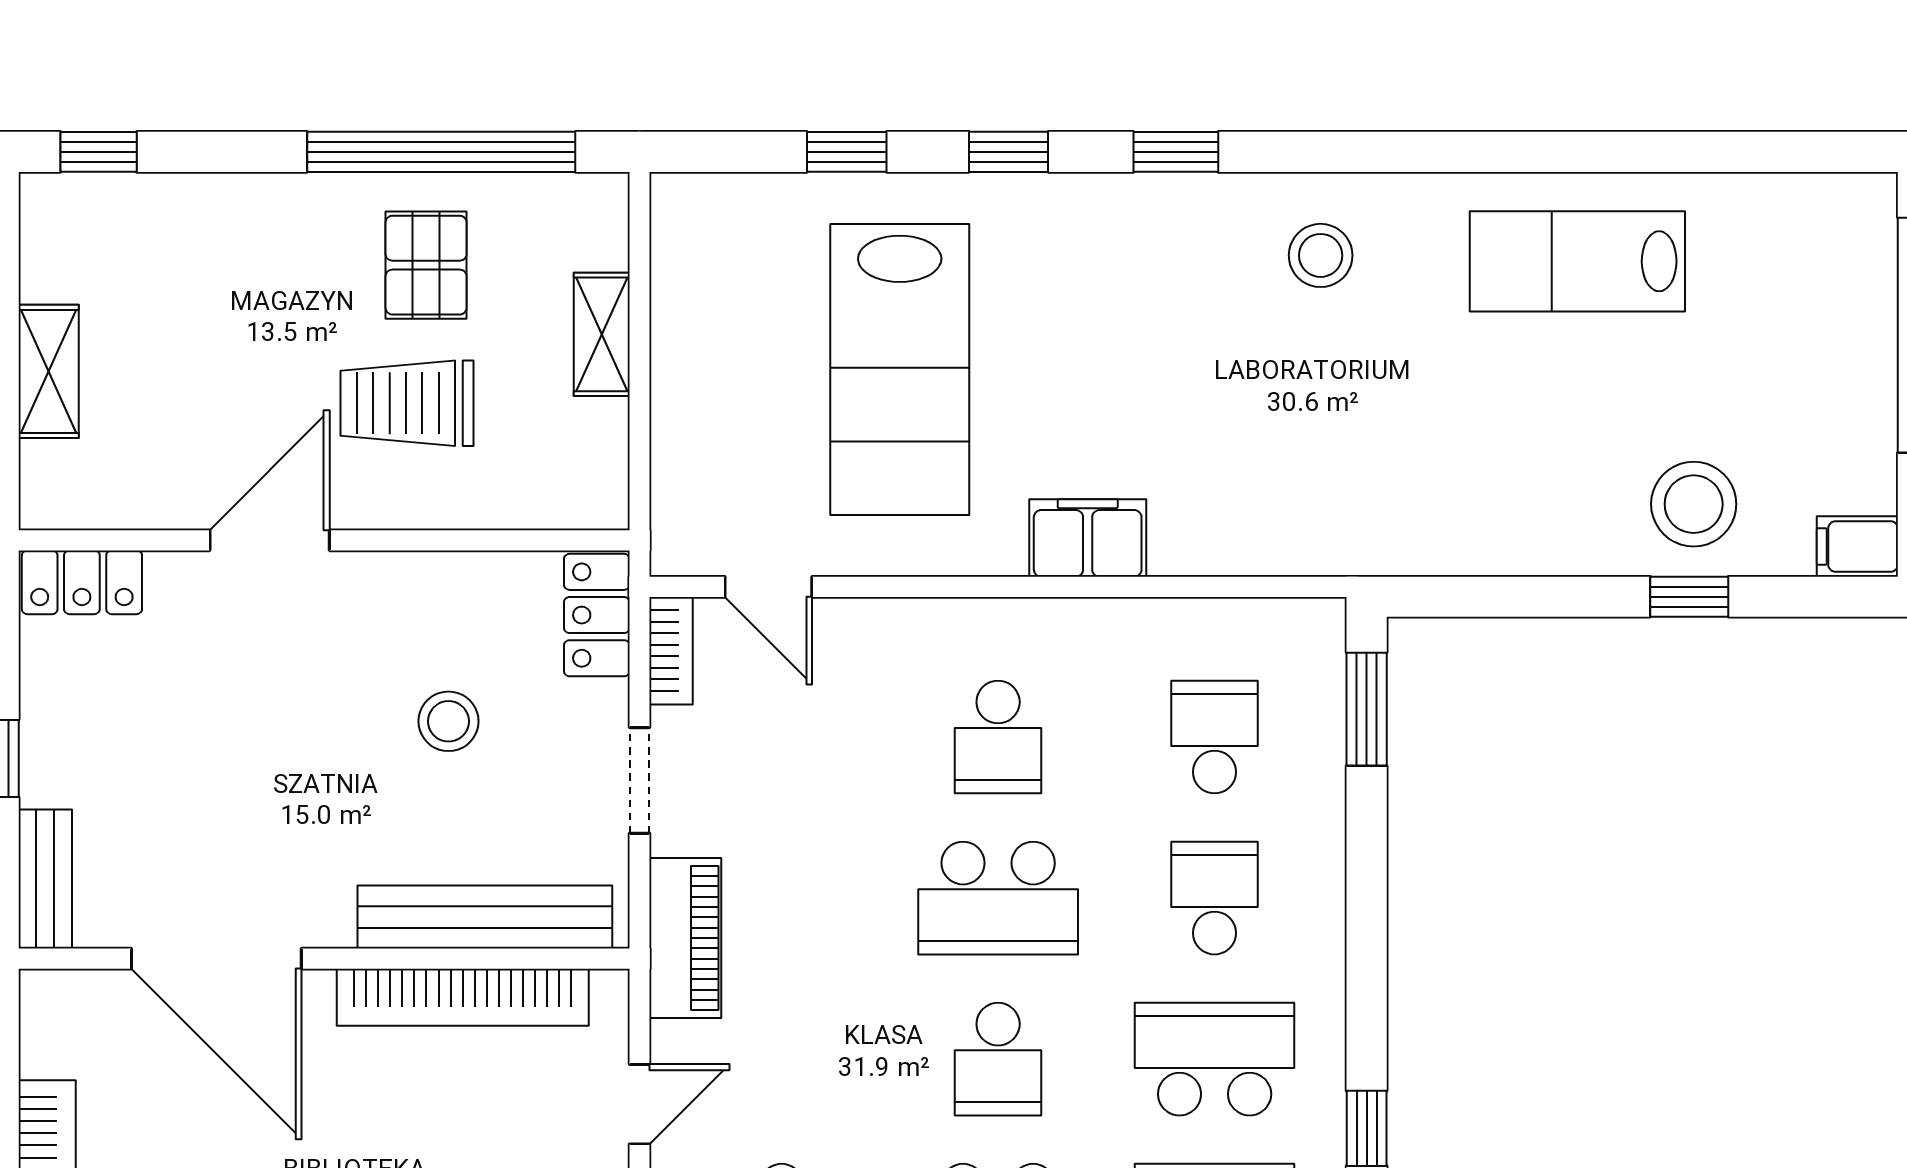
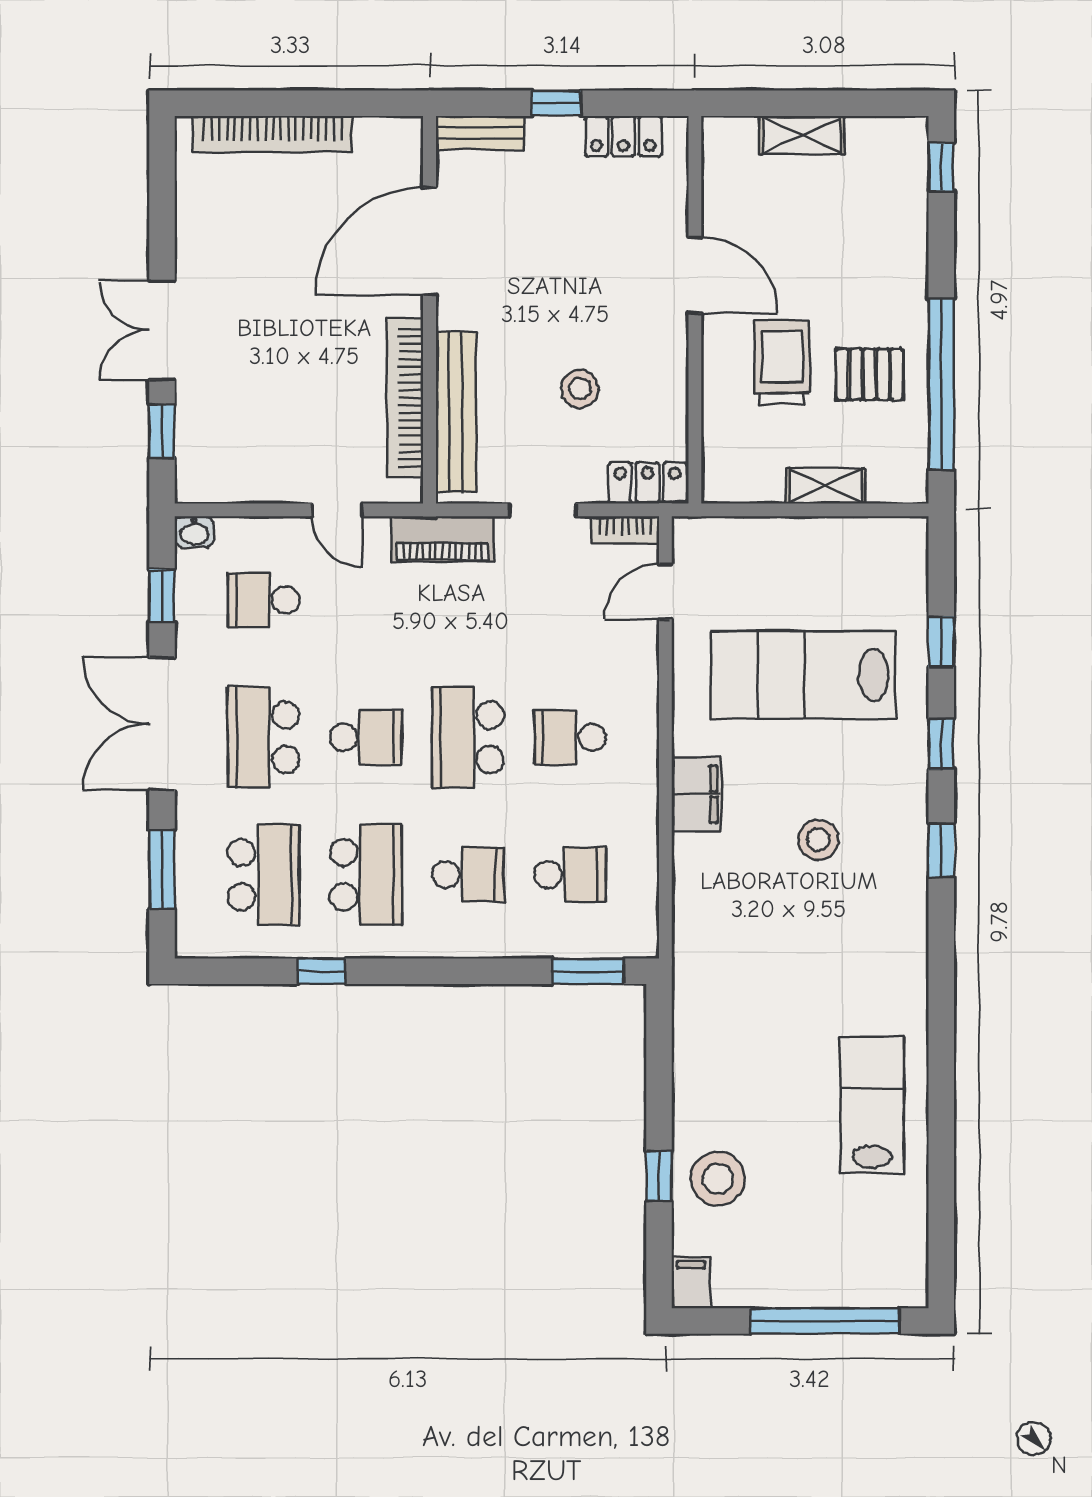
stool: (1321, 255) -> (818, 840), moved
locker: (82, 582) -> (623, 136), moved, turned -90
school desk: (998, 1059) -> (366, 737), turned 180

